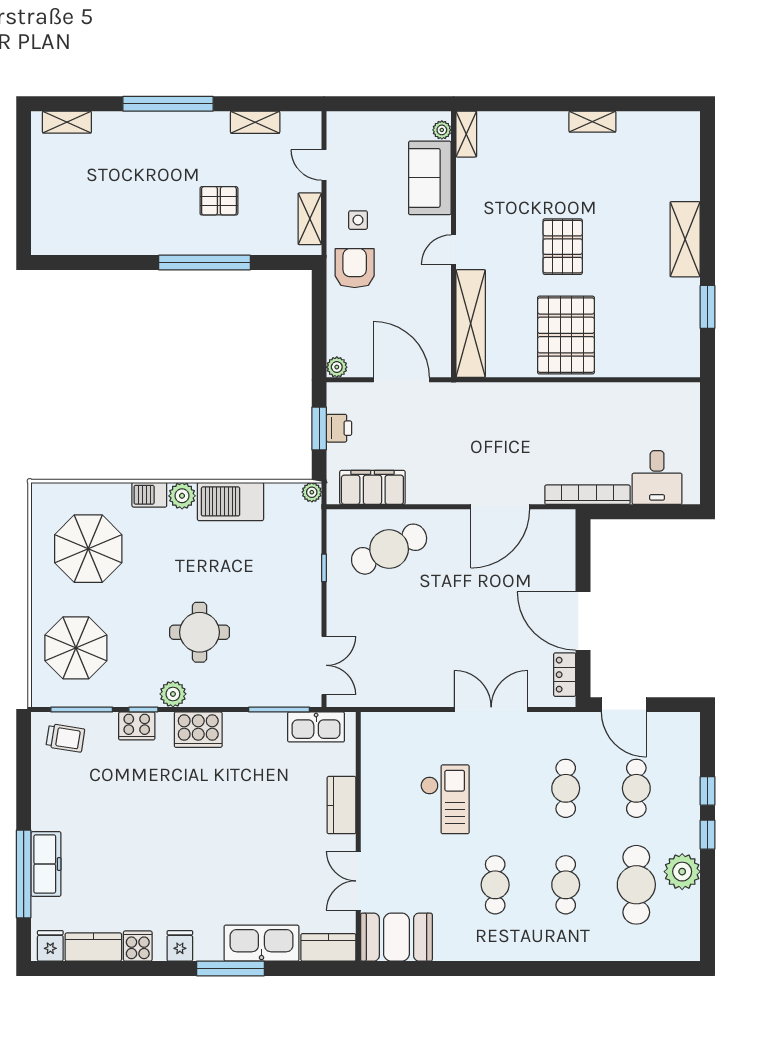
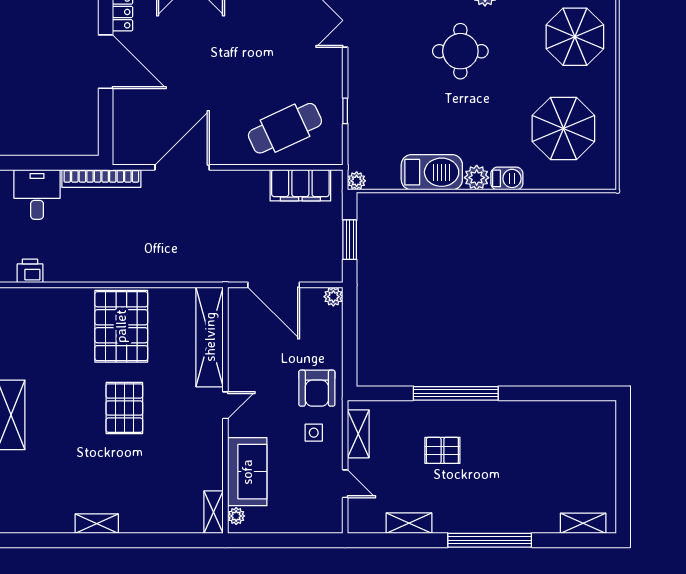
printer: (339, 428) -> (30, 271), moved, turned 90

